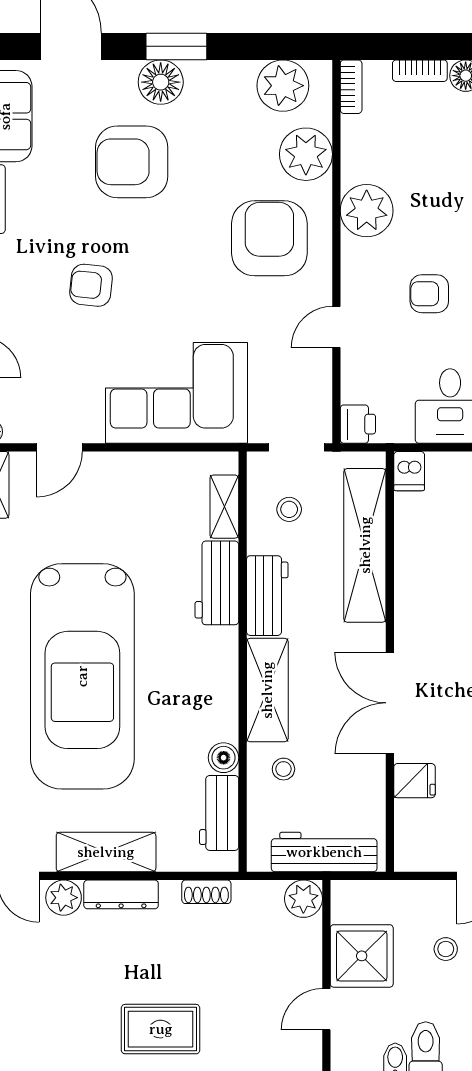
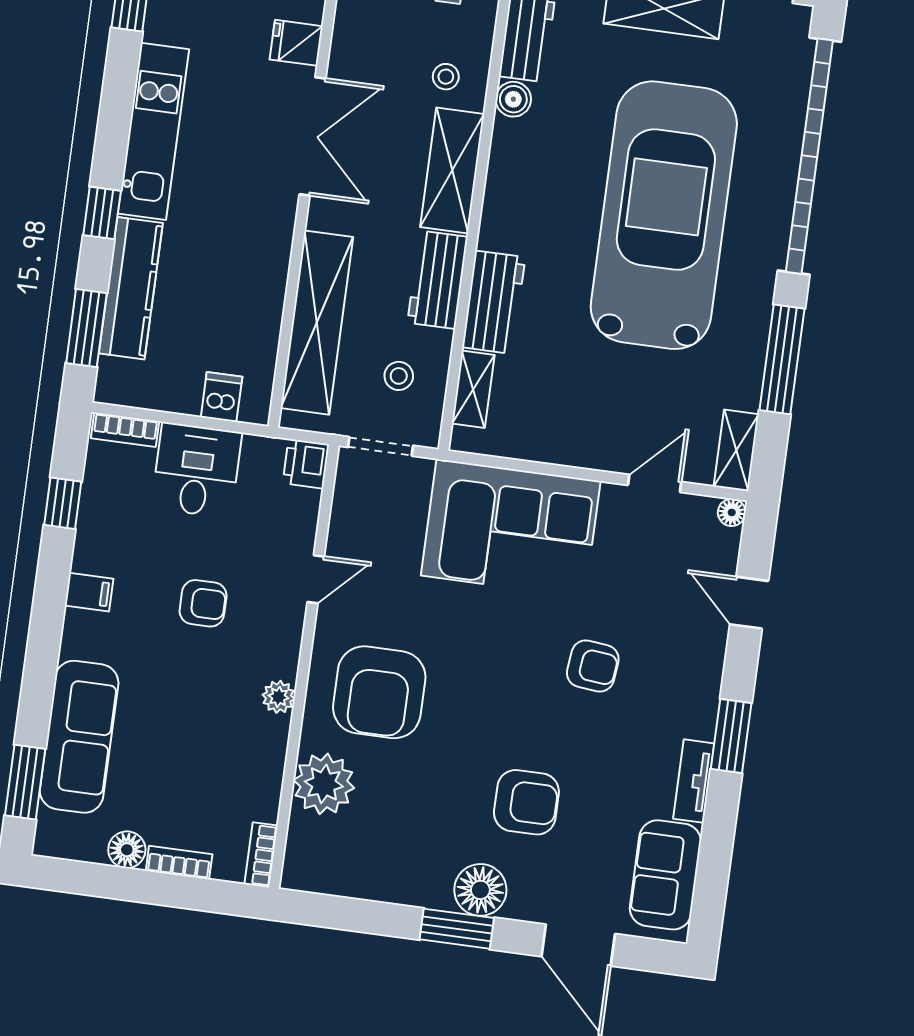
plant: (283, 86) -> (340, 867), removed
armchair: (132, 162) -> (526, 802), width x0.73, depth x0.73
plant: (367, 211) -> (279, 697), width x0.53, depth x0.53
dishwasher: (409, 471) -> (222, 397), moved

